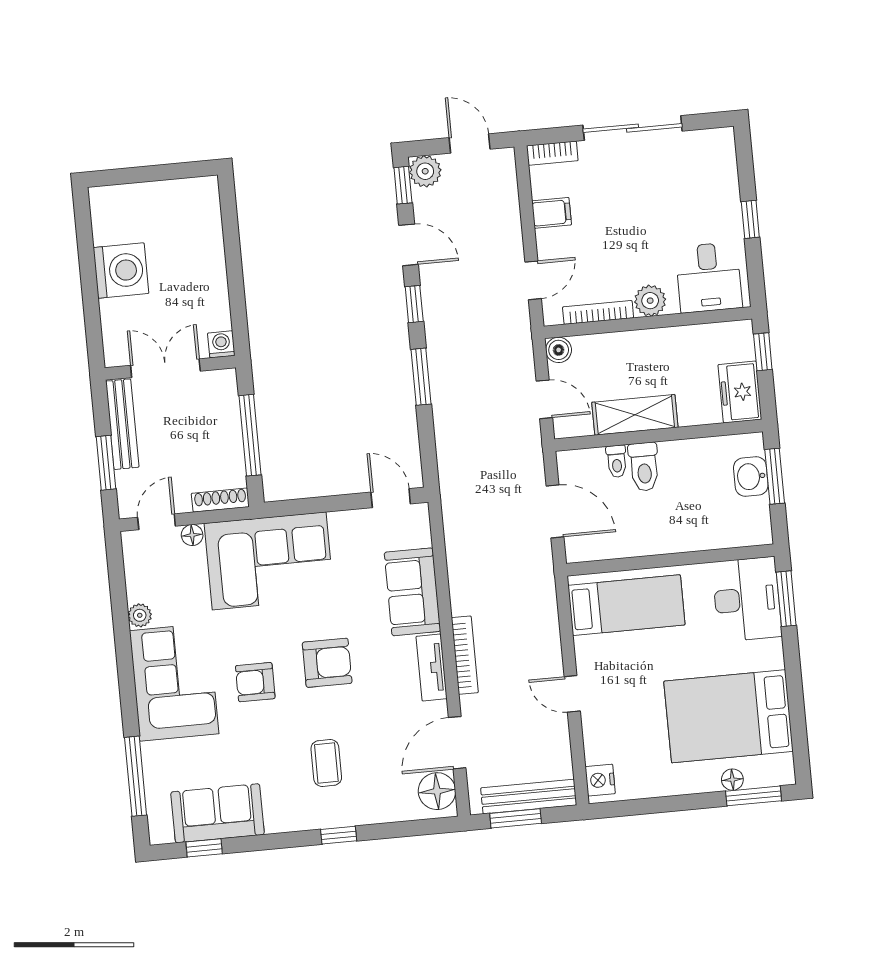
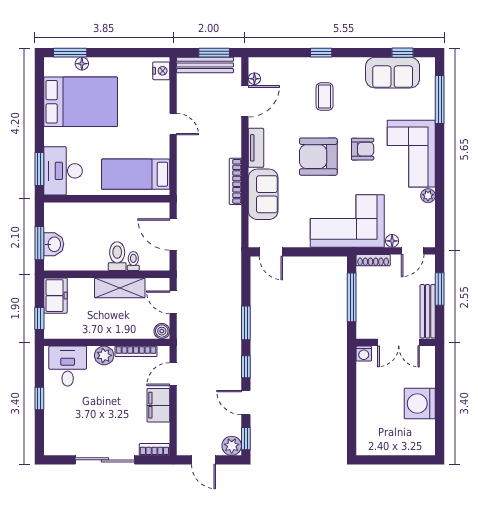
filing cabinet: (552, 213) -> (158, 405), width x2.00
bookcase: (465, 655) -> (235, 181), moved
armchair: (327, 663) -> (318, 157), width x1.36, depth x1.36
floor lamp: (437, 791) -> (254, 79), width x0.53, depth x0.53

